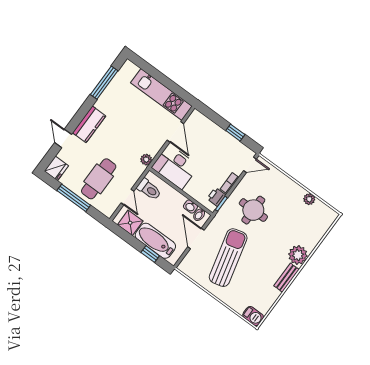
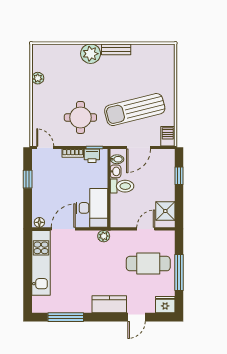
floor lamp: (194, 117) -> (39, 222), added
toilet: (149, 189) -> (122, 186), moved, turned 90
bathtub: (155, 241) -> (165, 179), removed
barbecue: (253, 316) -> (168, 136), moved

